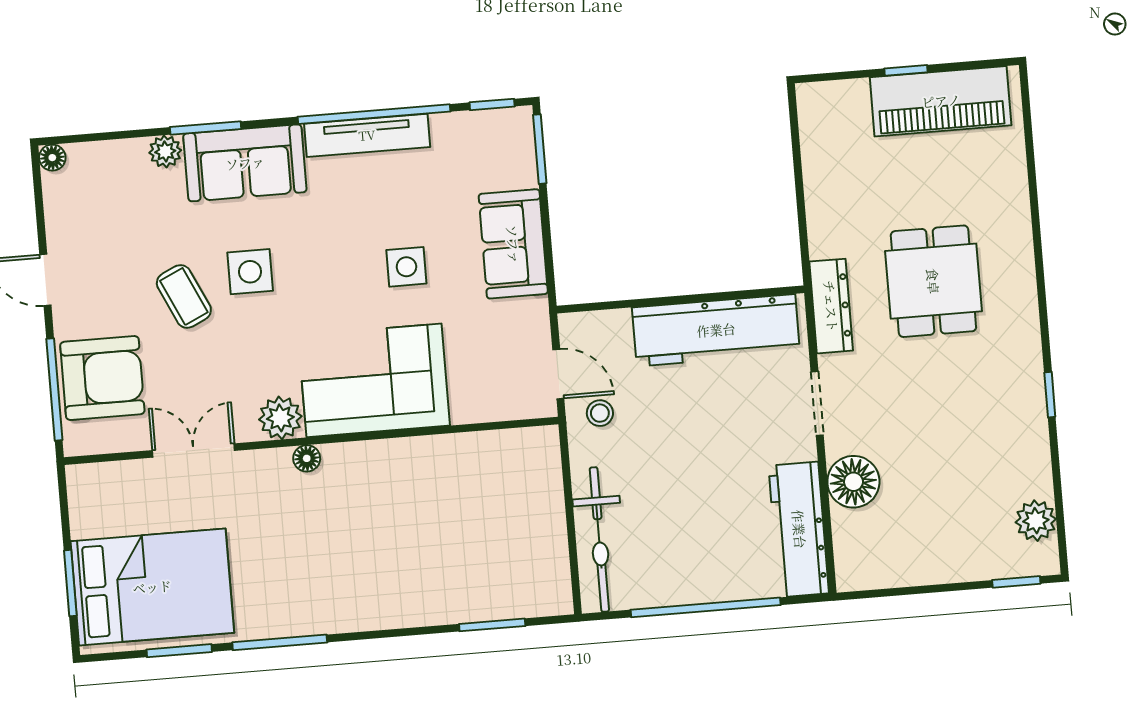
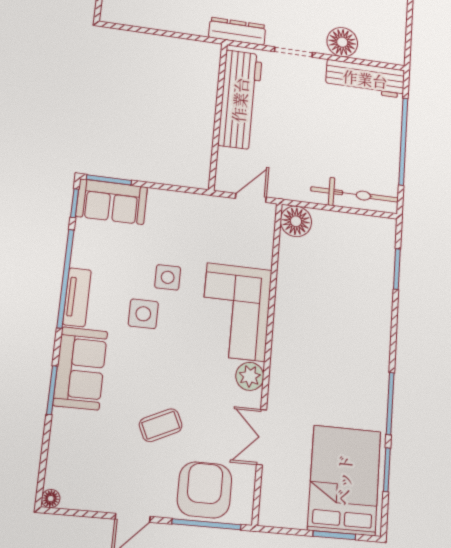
tv unit: (367, 135) -> (77, 297), width x0.71
plant: (165, 151) -> (62, 420), removed
sofa: (513, 244) -> (112, 202), moved
side table: (250, 272) -> (143, 314), moved
stool: (600, 413) -> (279, 178), removed
floor lamp: (307, 458) -> (296, 221), moved, width x1.89, depth x1.89

